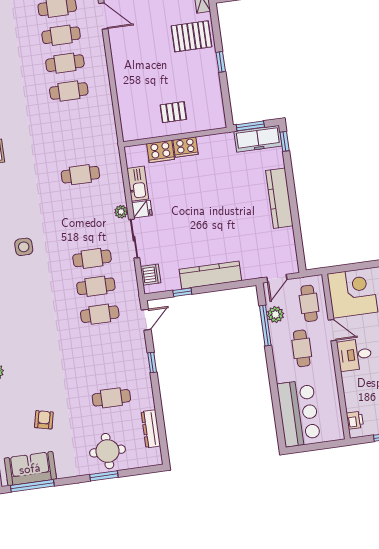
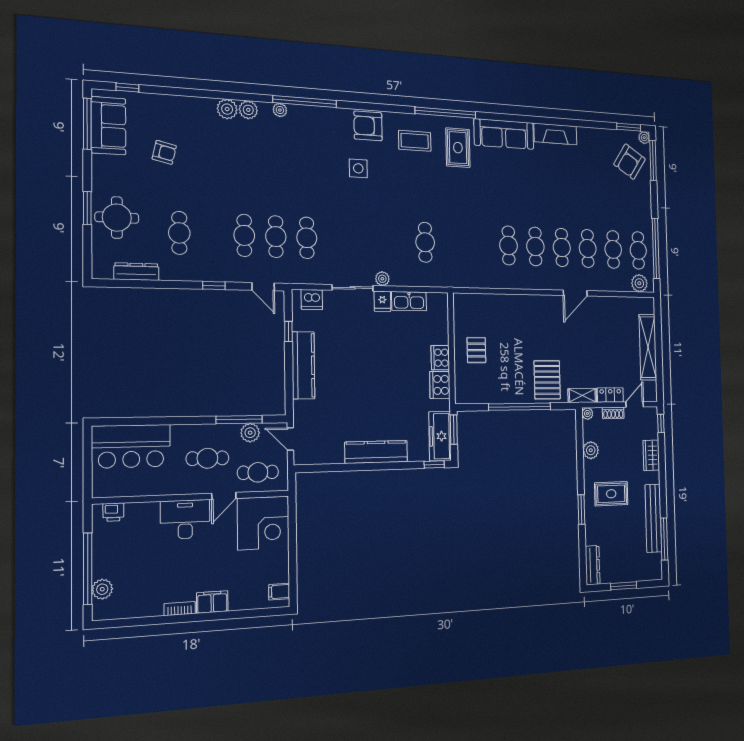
window: (221, 62) -> (520, 407), width x3.17
cooker: (161, 151) -> (440, 385), moved
cafe table: (92, 258) -> (244, 235), moved
desk: (355, 355) -> (185, 519), width x1.37

